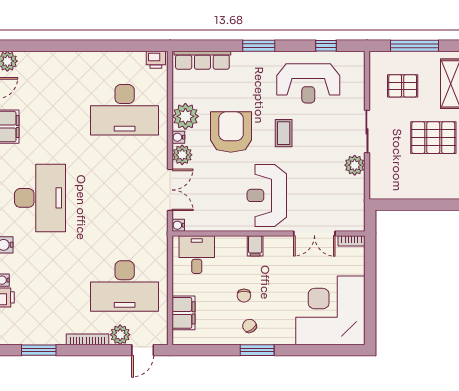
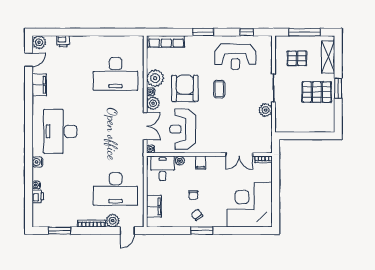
printer: (156, 60) -> (63, 41), moved
reception desk: (267, 195) -> (183, 129), moved
desk: (40, 198) -> (60, 131), turned 180
plant: (223, 243) -> (180, 161), added

